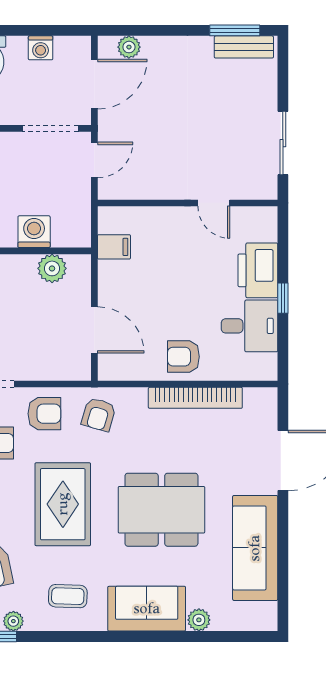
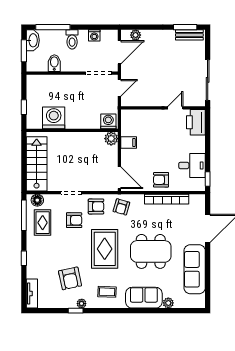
sliding door: (283, 143) -> (208, 80), width x1.37
door: (214, 203) -> (175, 108), swing flipped
washing machine: (34, 232) -> (108, 121), moved
filing cabinet: (114, 247) -> (129, 142), moved
plant: (52, 268) -> (111, 139), moved
printer: (258, 270) -> (196, 122), moved
window: (283, 298) -> (208, 179), moved
door: (94, 330) -> (119, 178), moved

